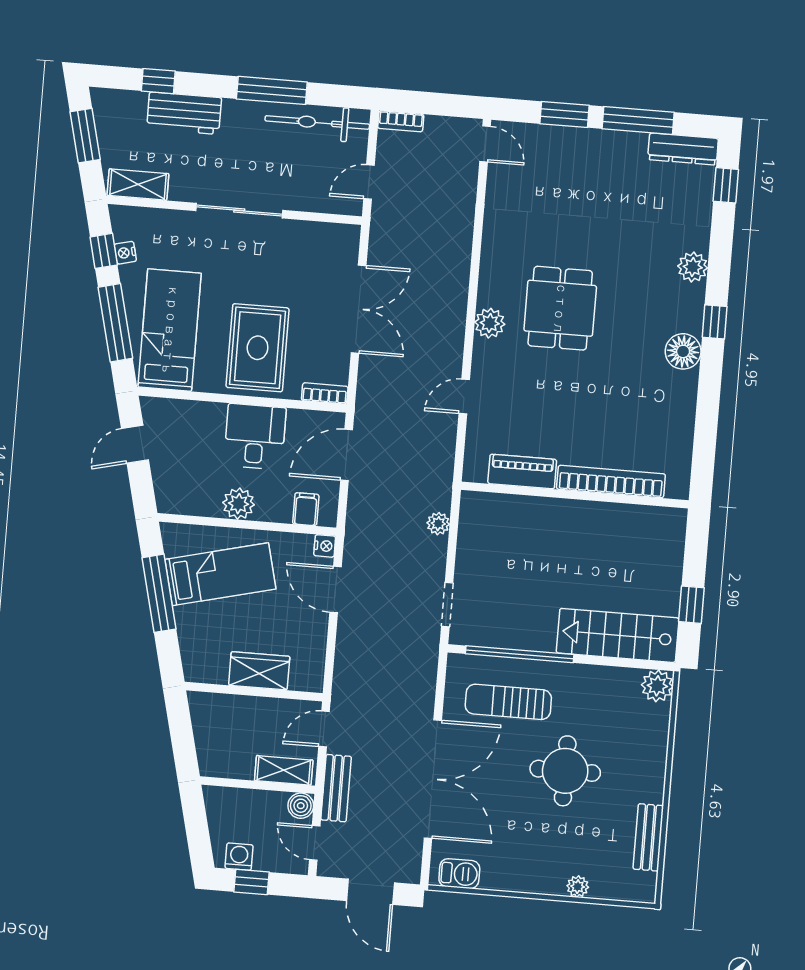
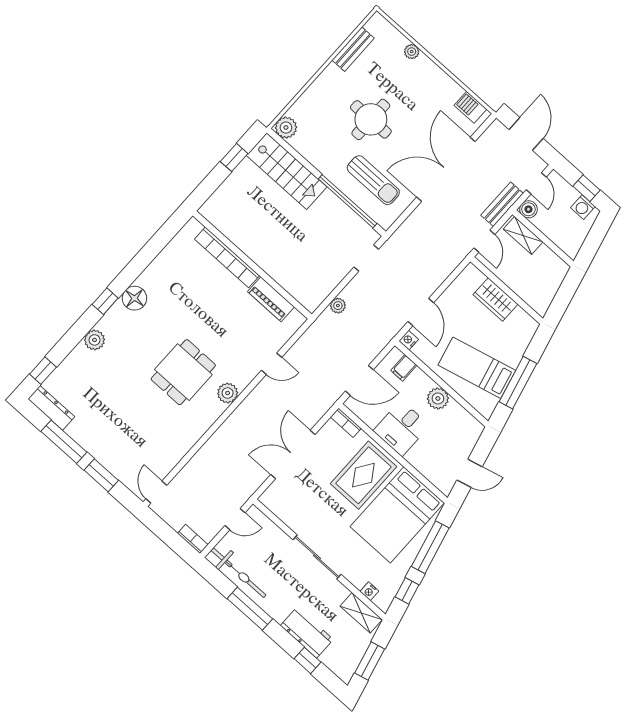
nightstand: (125, 253) -> (369, 591), moved, turned 104
bed: (170, 330) -> (397, 515), width x1.50
door: (324, 729) -> (484, 241), hinge flipped

